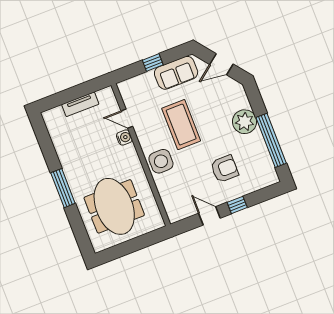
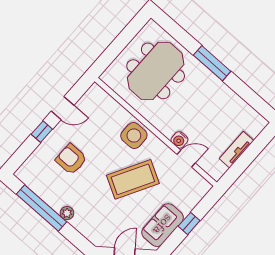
plant: (245, 122) -> (67, 213), width x0.53, depth x0.53
coffee table: (181, 125) -> (133, 179), turned -61
armchair: (224, 169) -> (71, 159), turned 90
meeting table: (114, 206) -> (156, 71), turned 90

